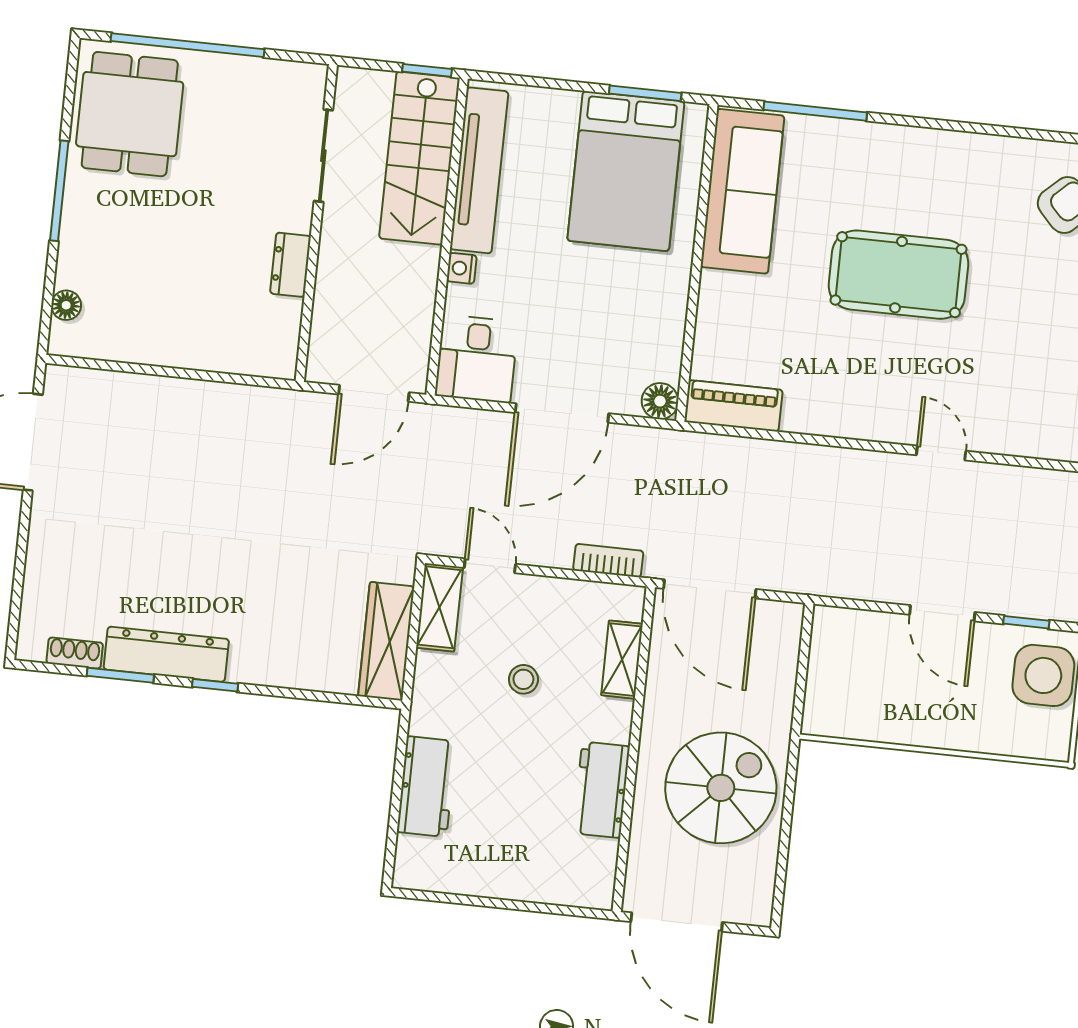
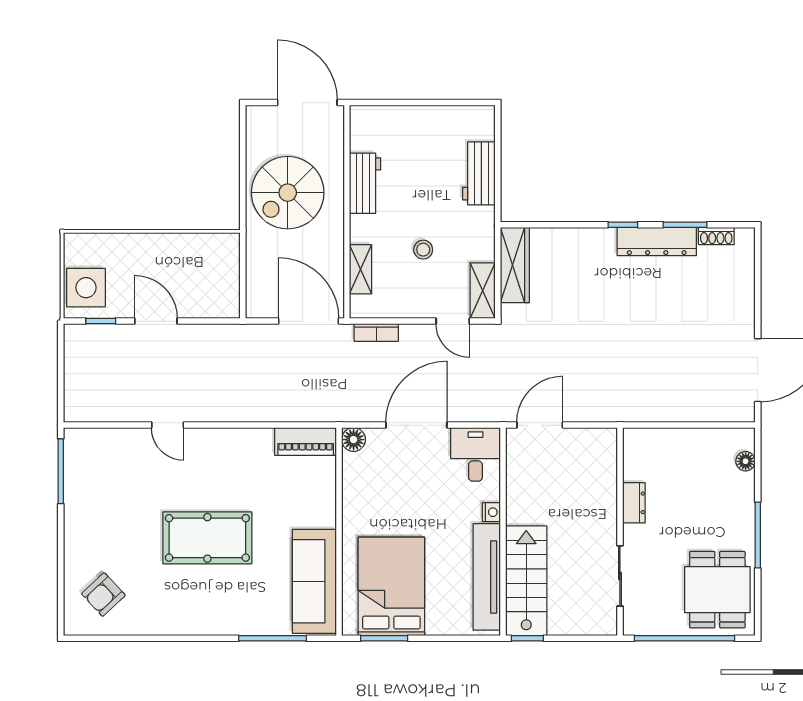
sliding door: (323, 156) -> (620, 576), moved
wall: (316, 223) -> (620, 532), moved
dresser: (290, 265) -> (634, 503), moved

